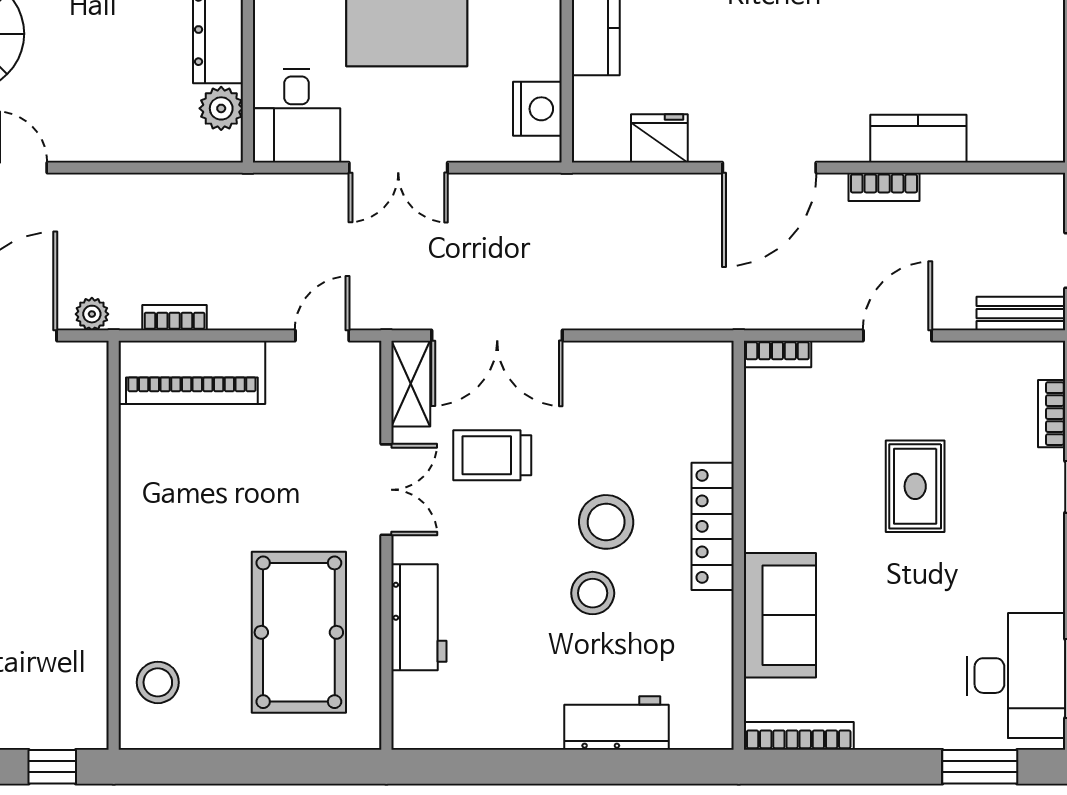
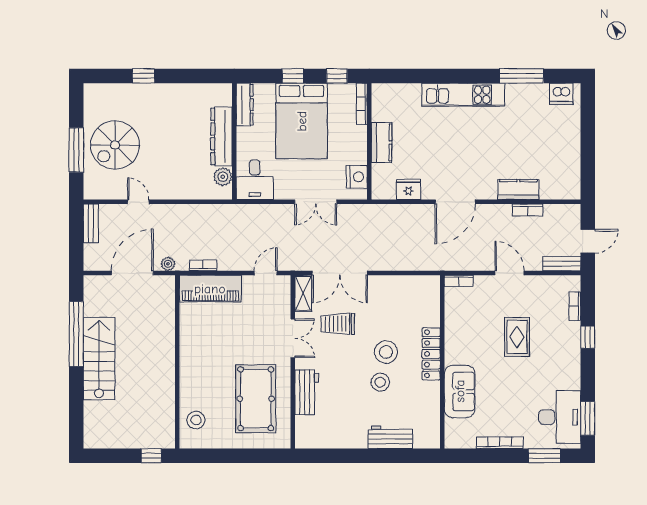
double door: (398, 168) -> (316, 202), moved
bookcase: (884, 187) -> (528, 210), moved
door: (897, 335) -> (509, 273), hinge flipped
bookcase: (799, 736) -> (500, 443), moved

